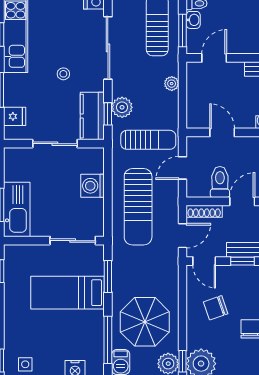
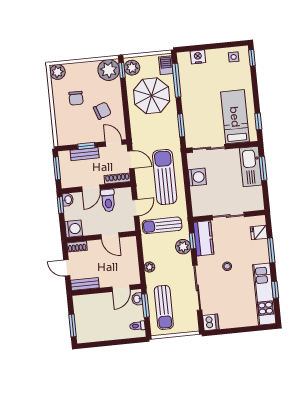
washbasin: (193, 20) -> (137, 299), moved
washing machine: (93, 186) -> (197, 177), moved
door: (182, 236) -> (131, 160), swing flipped
bed: (68, 293) -> (235, 117), moved, turned -90

